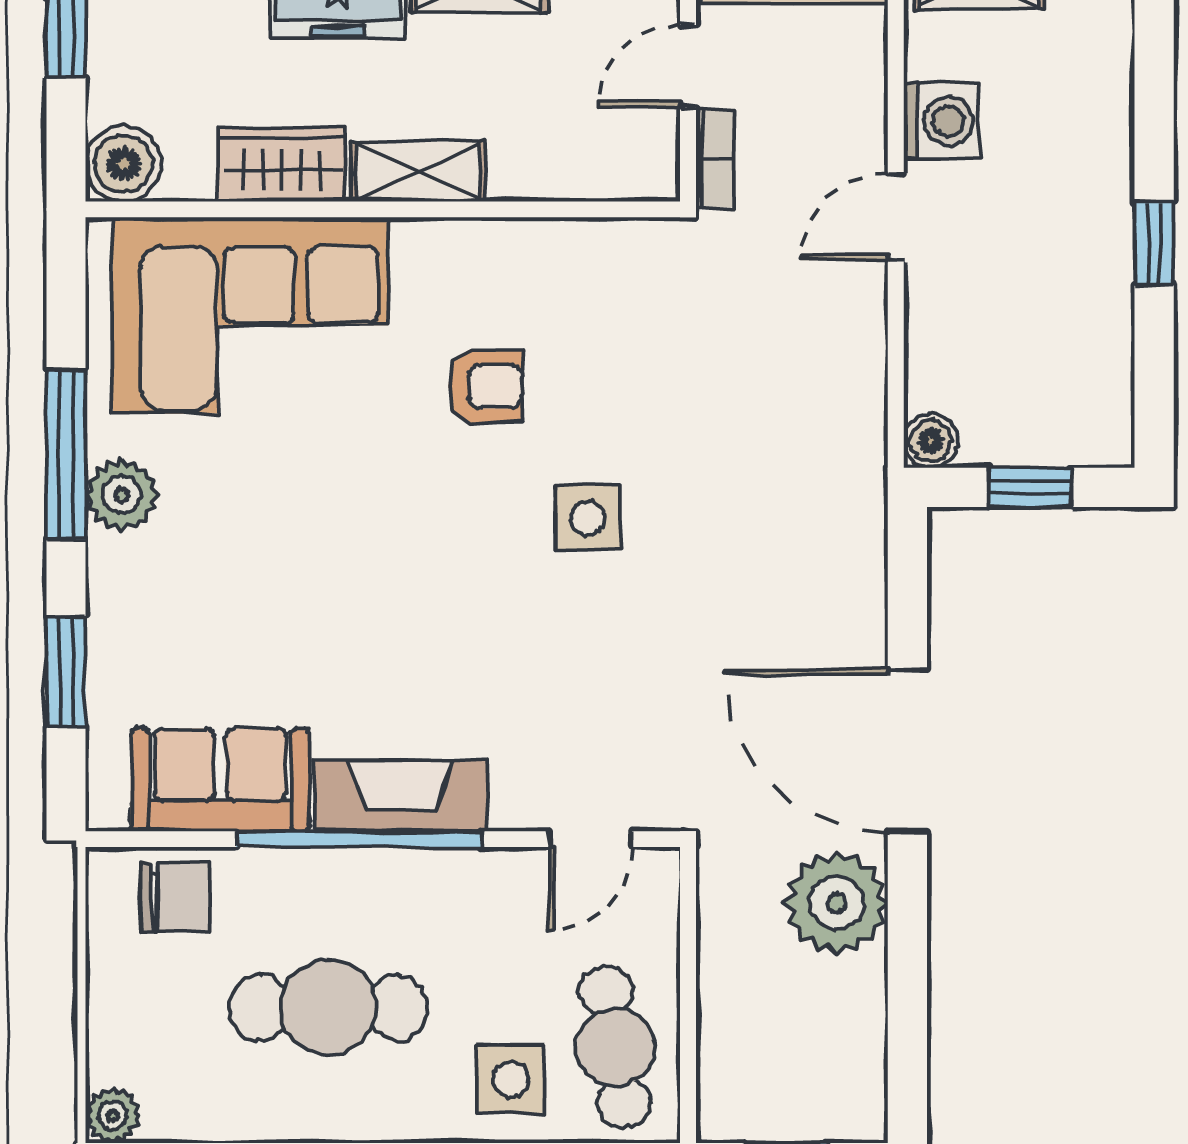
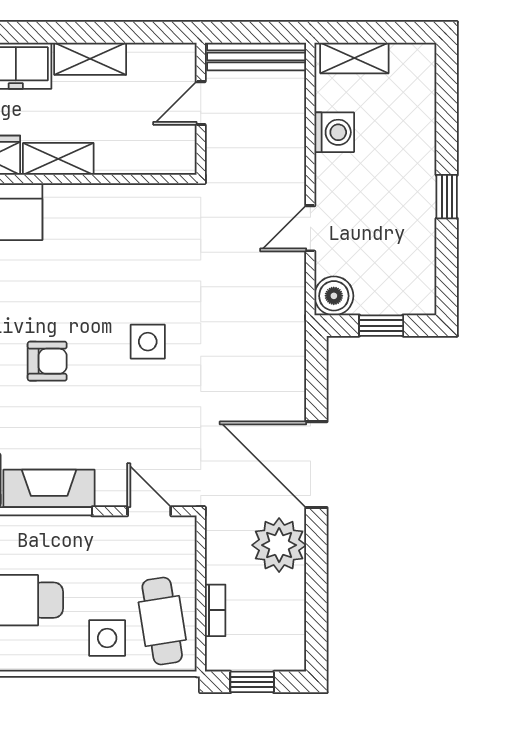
bookcase: (715, 159) -> (215, 610), moved
door: (896, 217) -> (310, 228), moved
armchair: (485, 386) -> (47, 361), moved
boiler: (931, 441) -> (334, 296), width x1.36, depth x1.36
door: (591, 839) -> (149, 511), swing flipped

